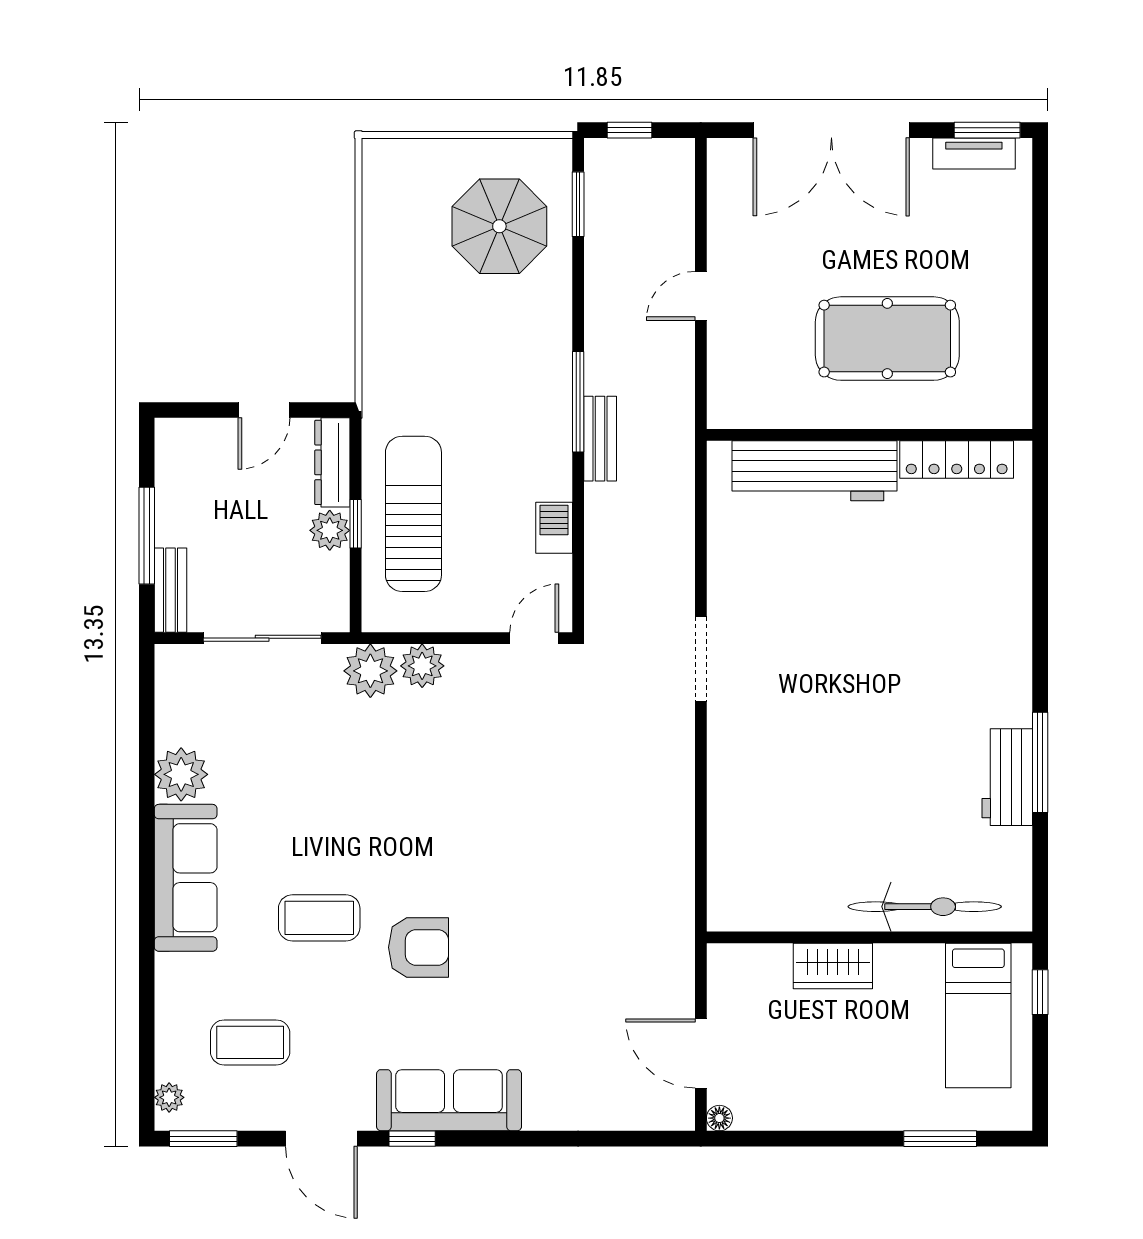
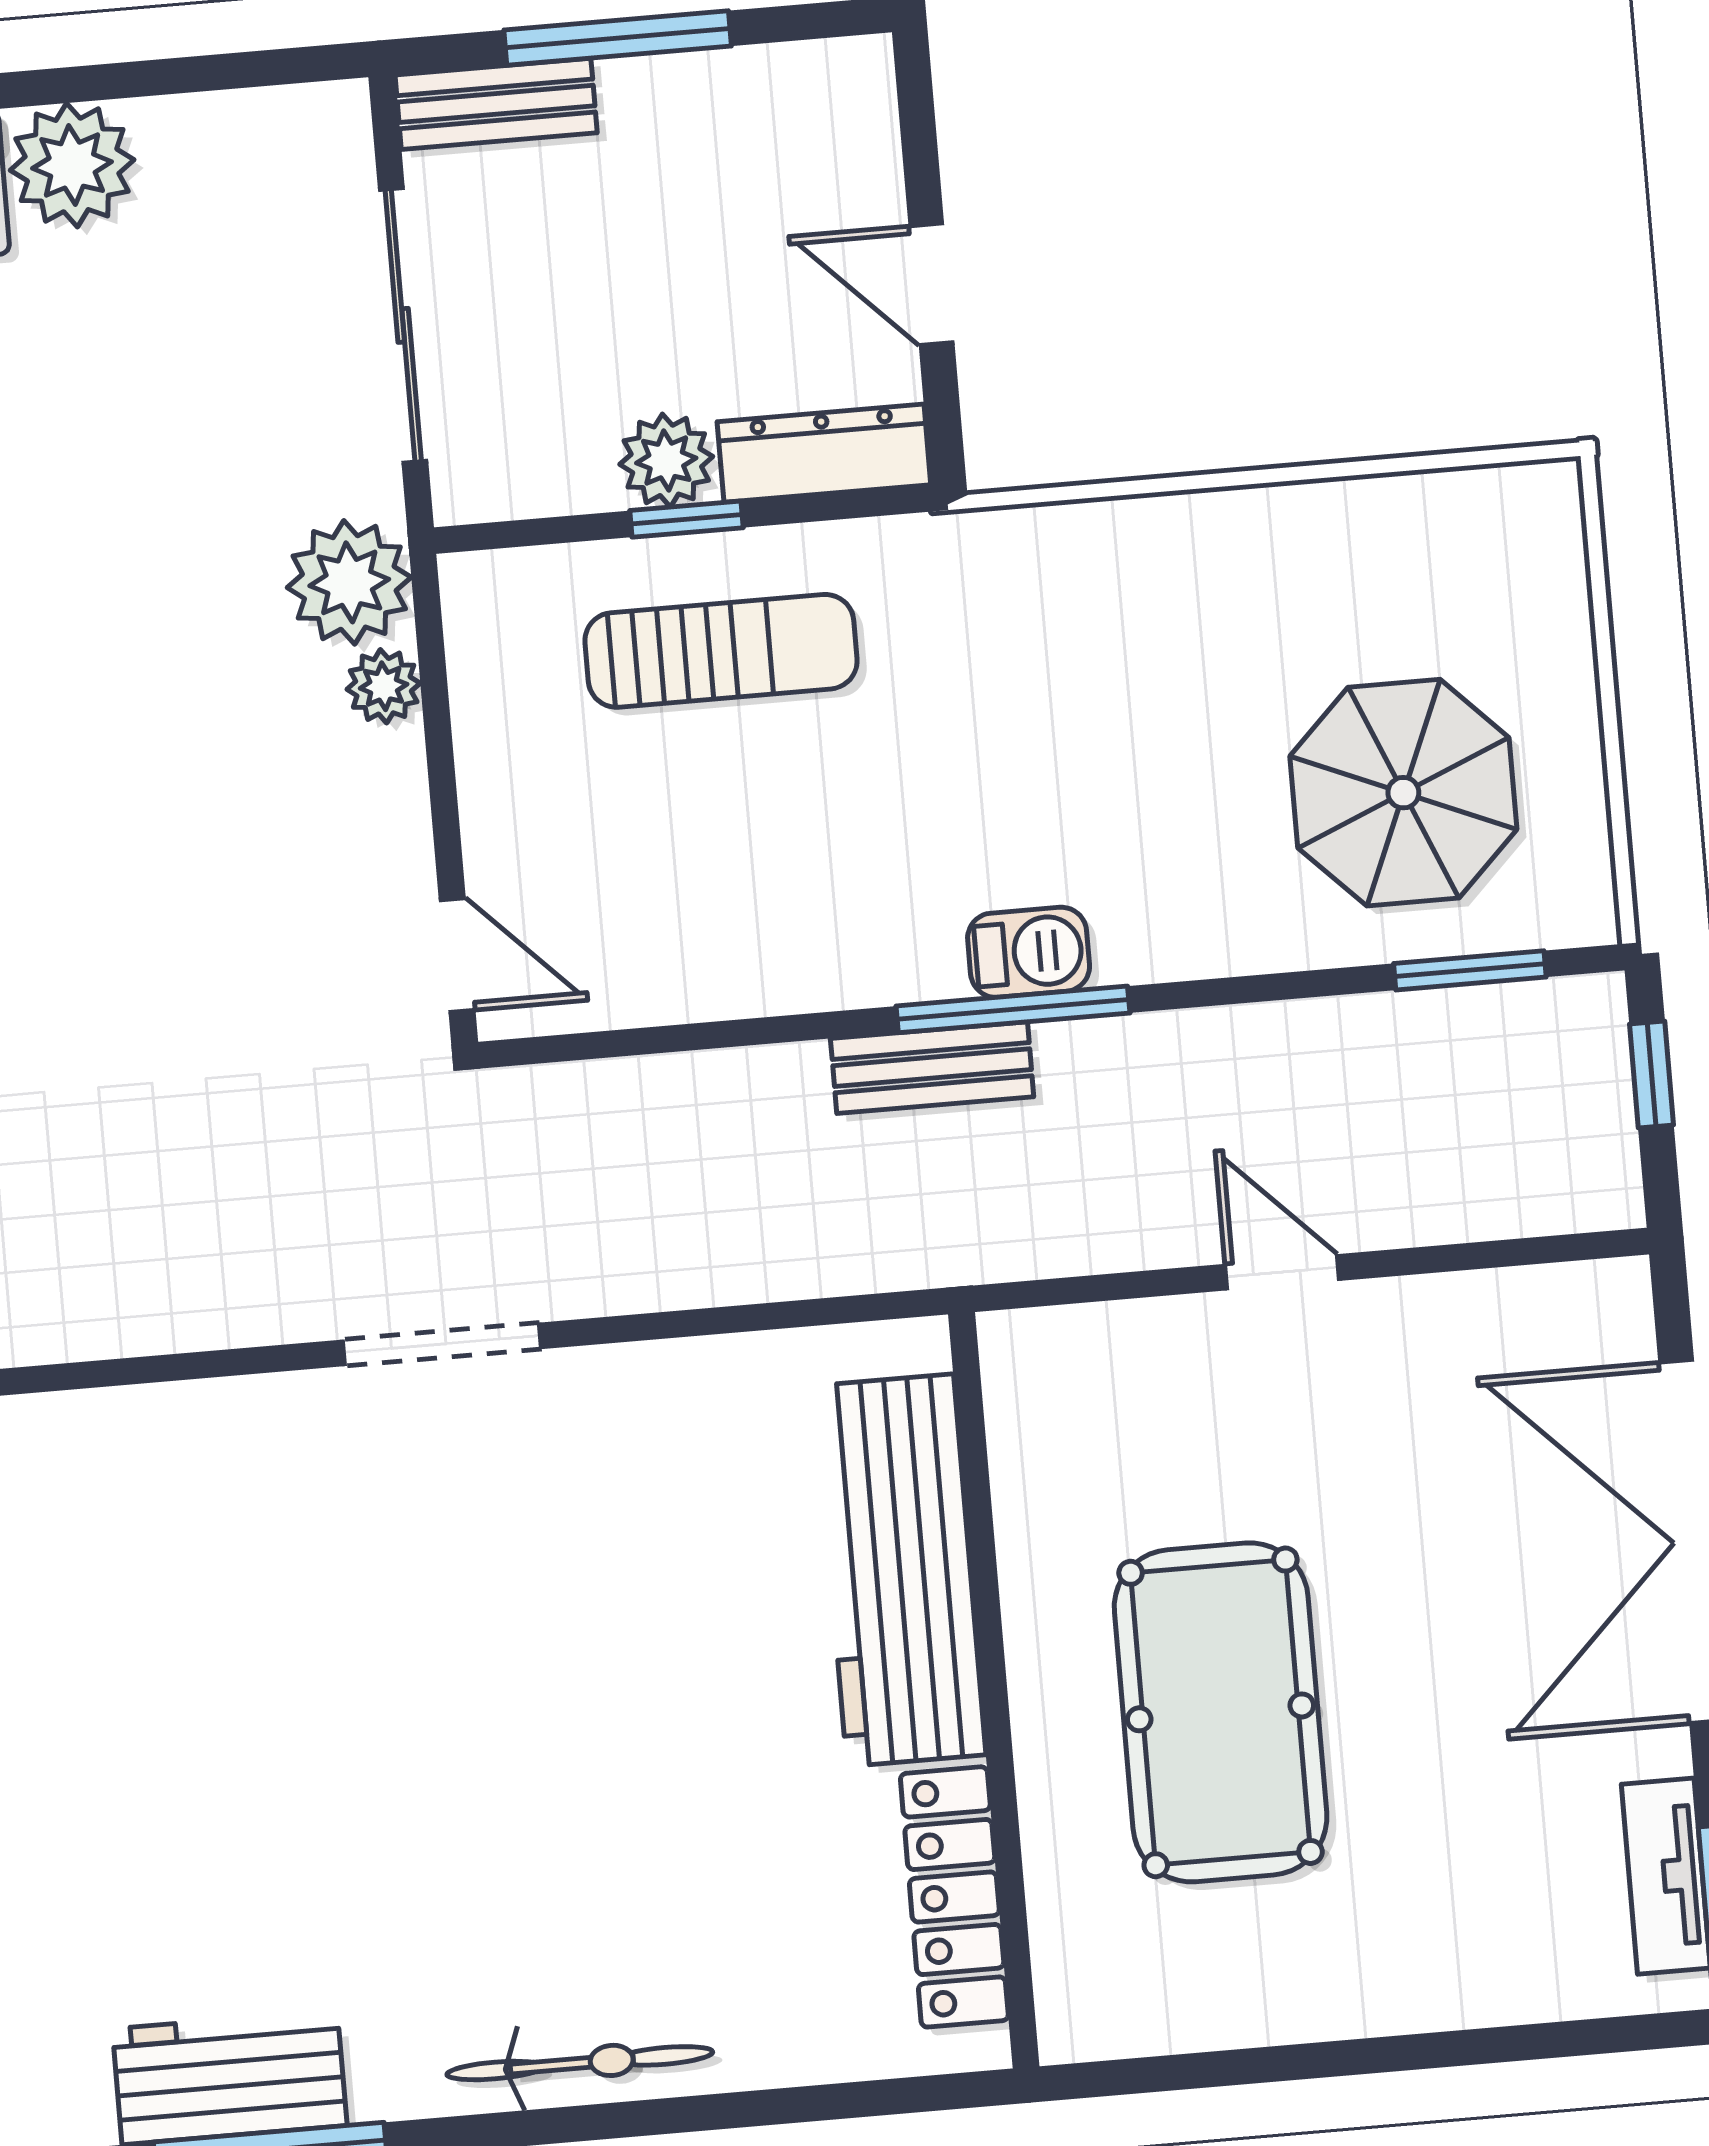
sun lounger: (413, 514) -> (721, 651), width x0.73, depth x0.75
barbecue: (554, 528) -> (1029, 952), moved
bicycle: (1014, 626) -> (580, 2063), added
plant: (422, 666) -> (384, 686), width x0.73, depth x0.73

